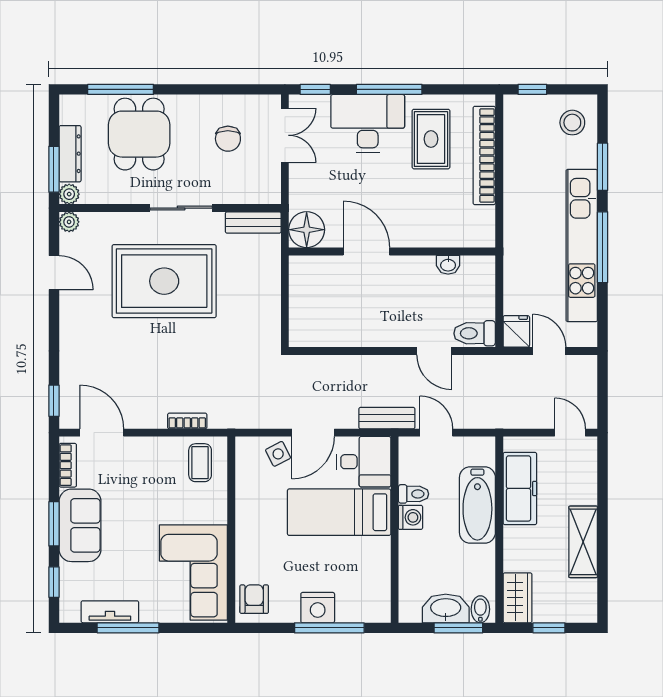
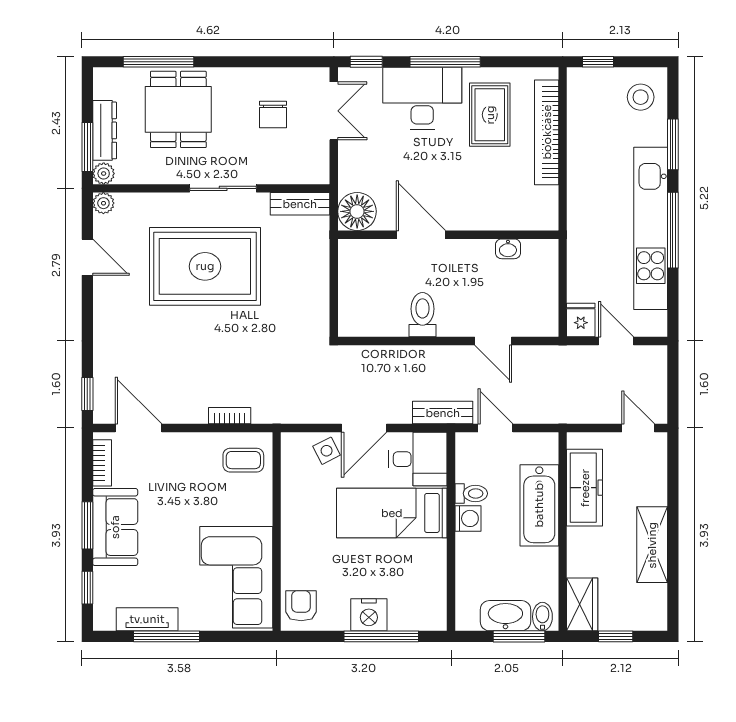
toilet: (475, 333) -> (422, 315), moved, turned 90
coffee table: (200, 463) -> (243, 460), turned 90

